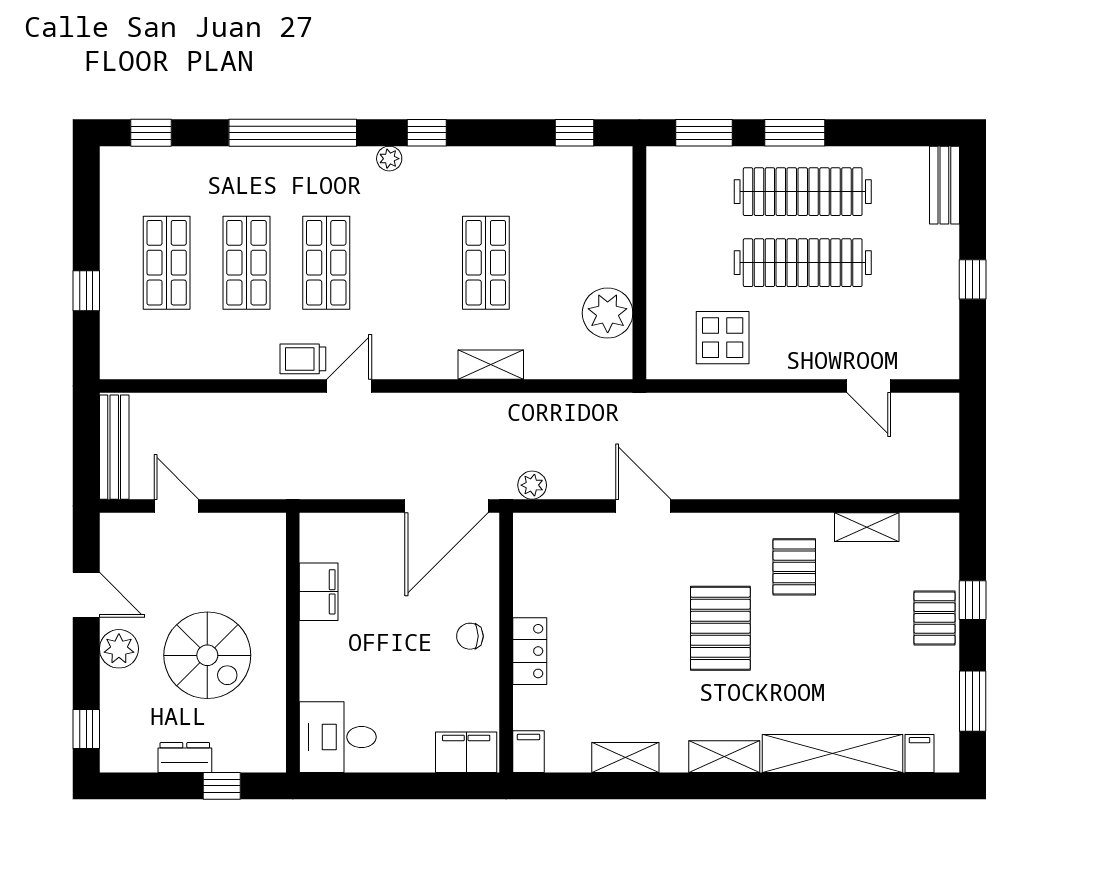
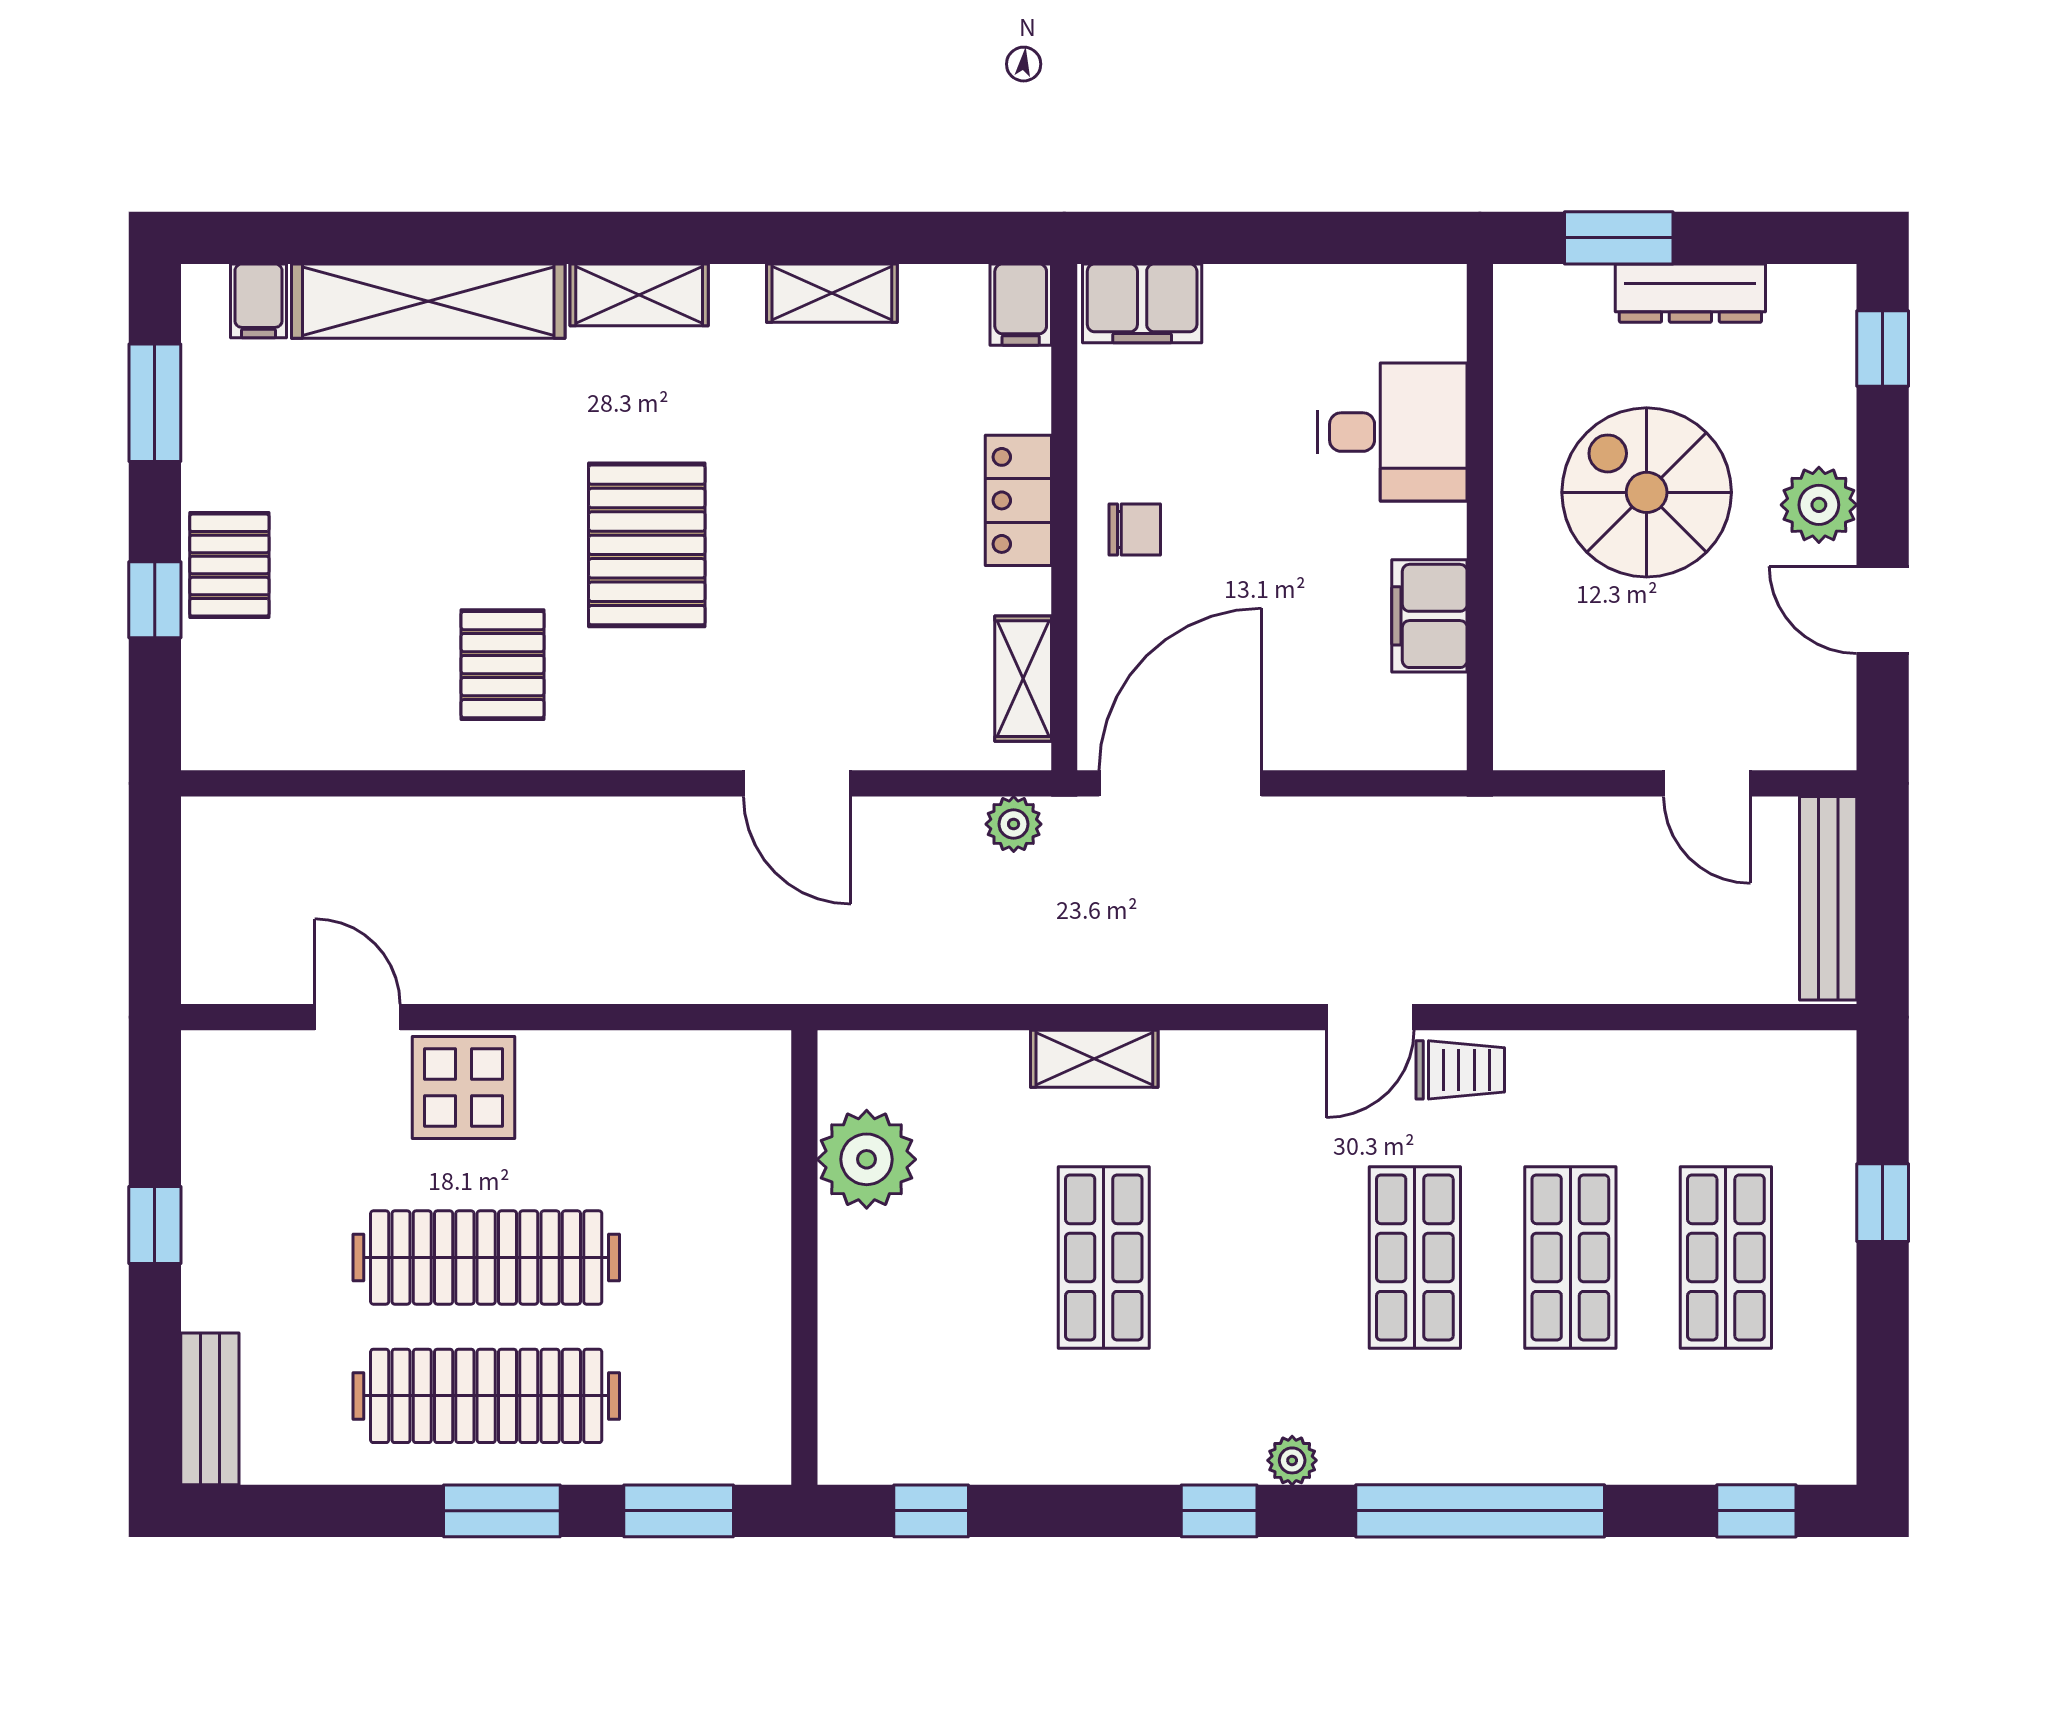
display table: (723, 338) -> (463, 1087), moved
shelving: (867, 527) -> (1023, 679), moved, turned 90
desk: (338, 737) -> (1392, 432), moved
dresser: (185, 757) -> (1690, 293), width x1.44
window: (222, 786) -> (1619, 238), width x1.50

